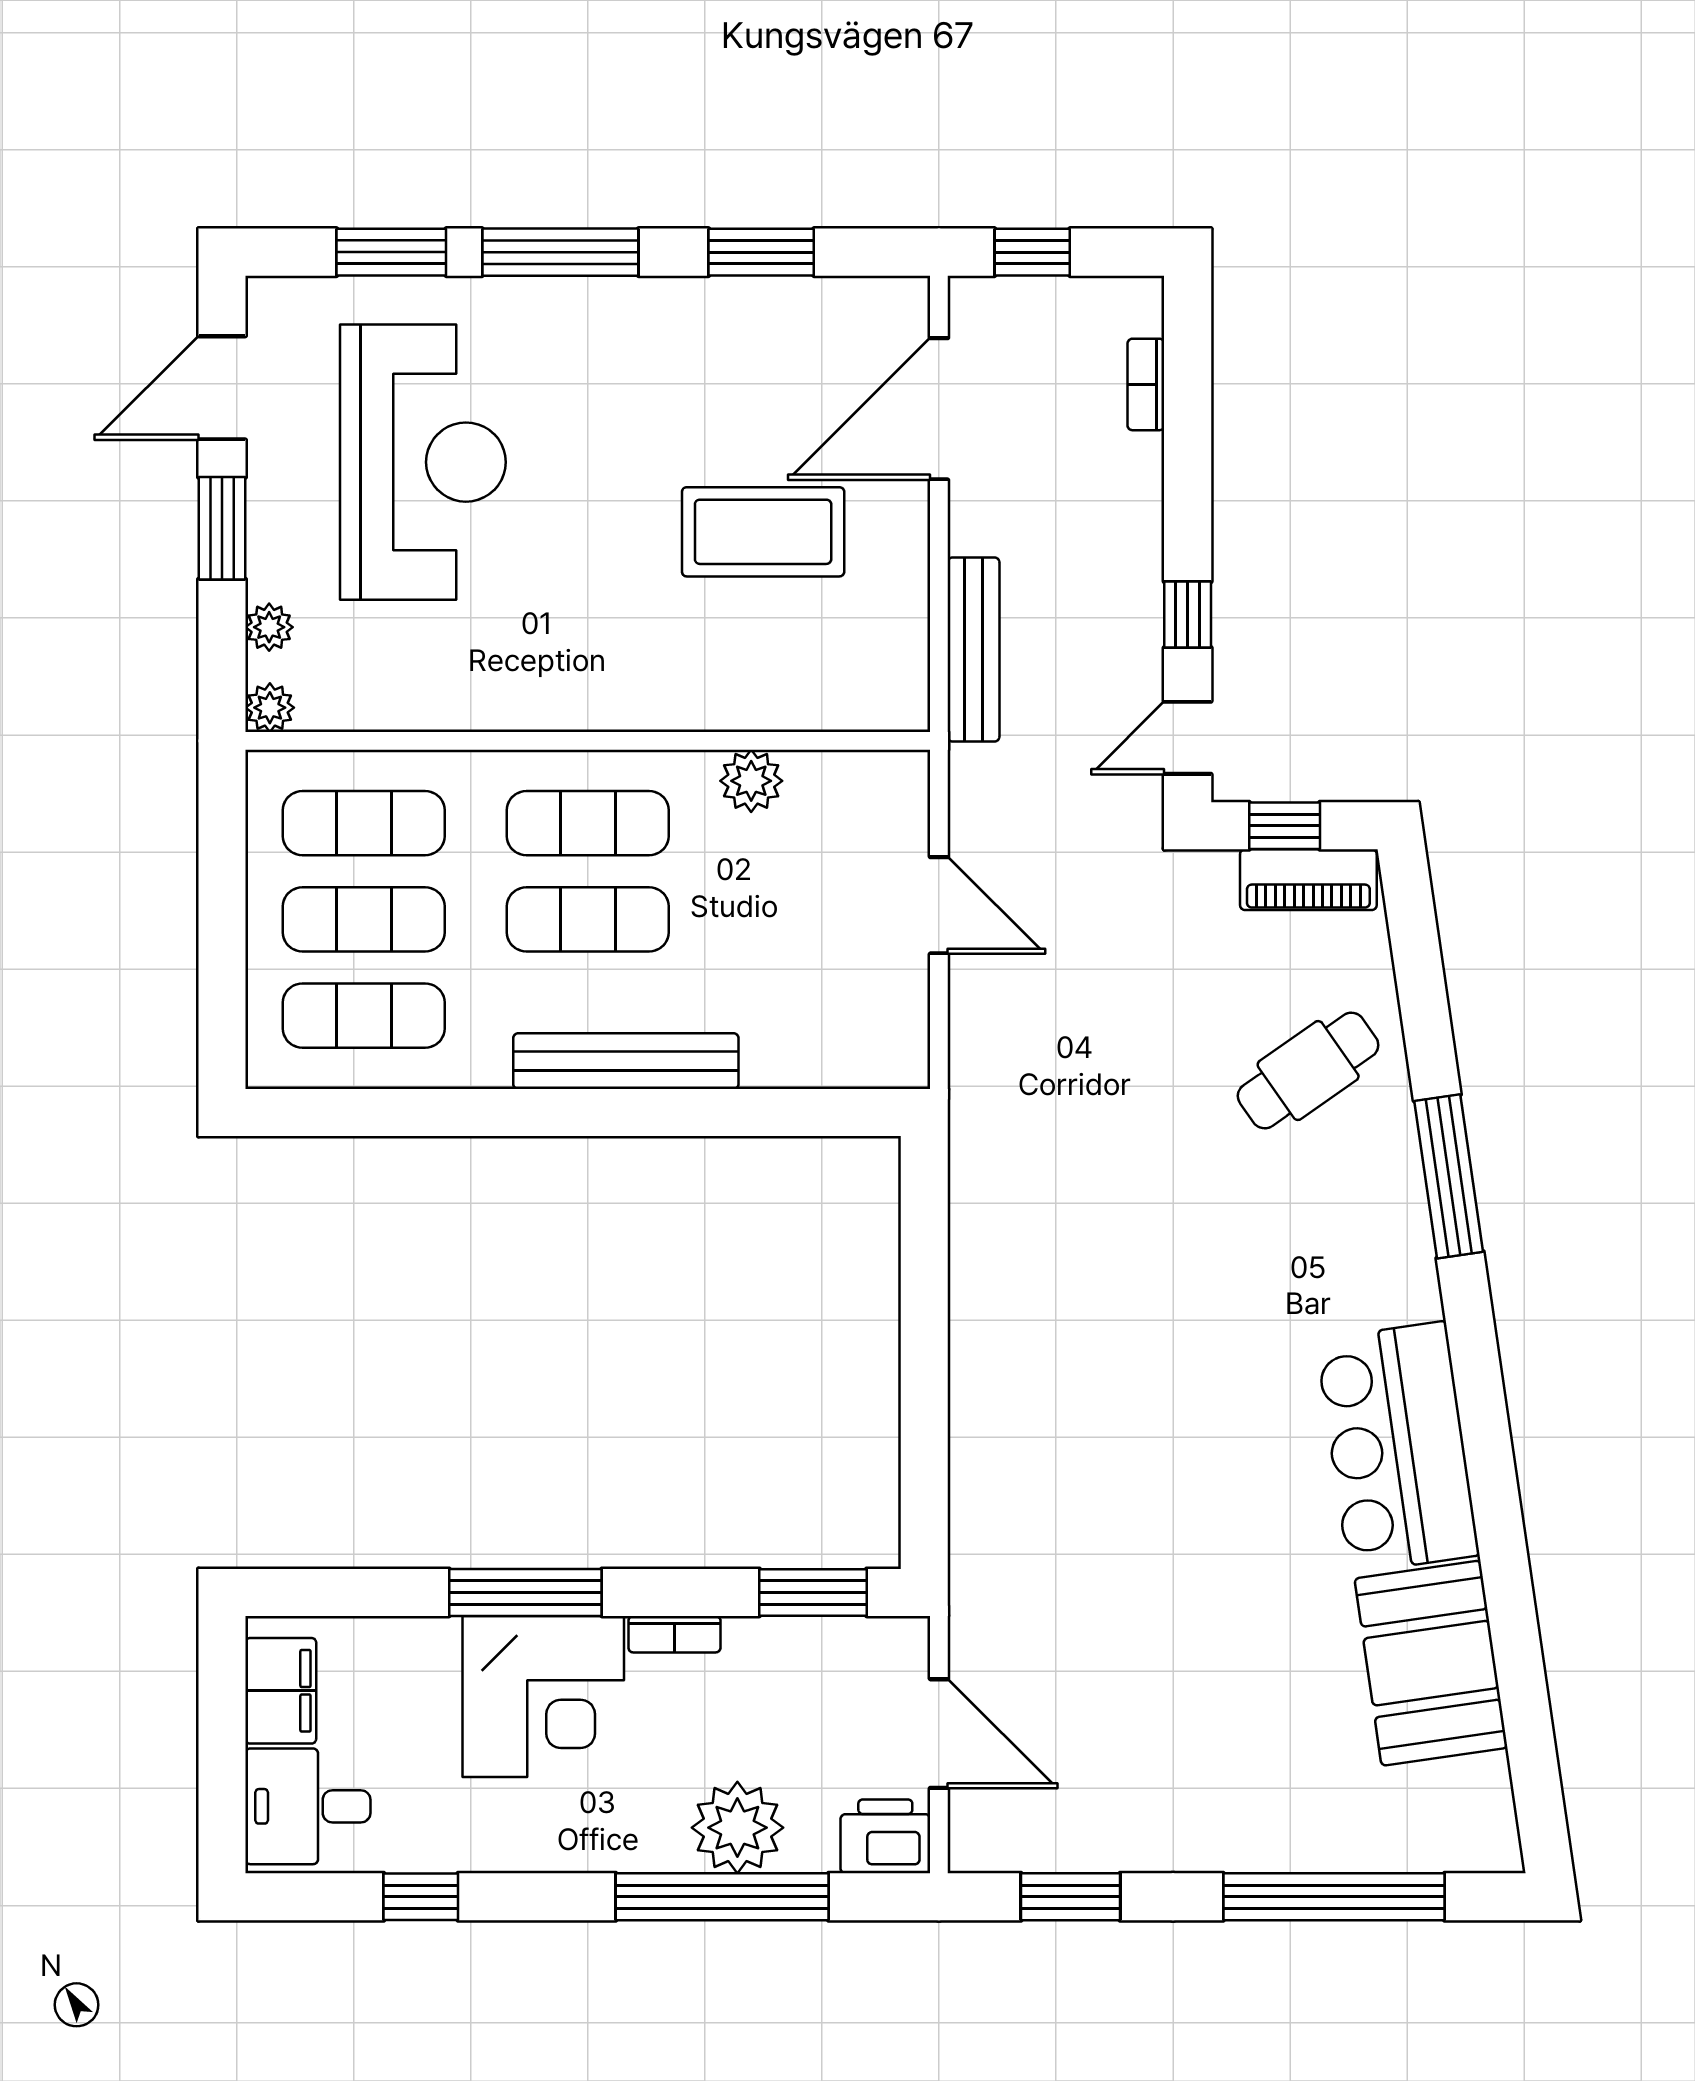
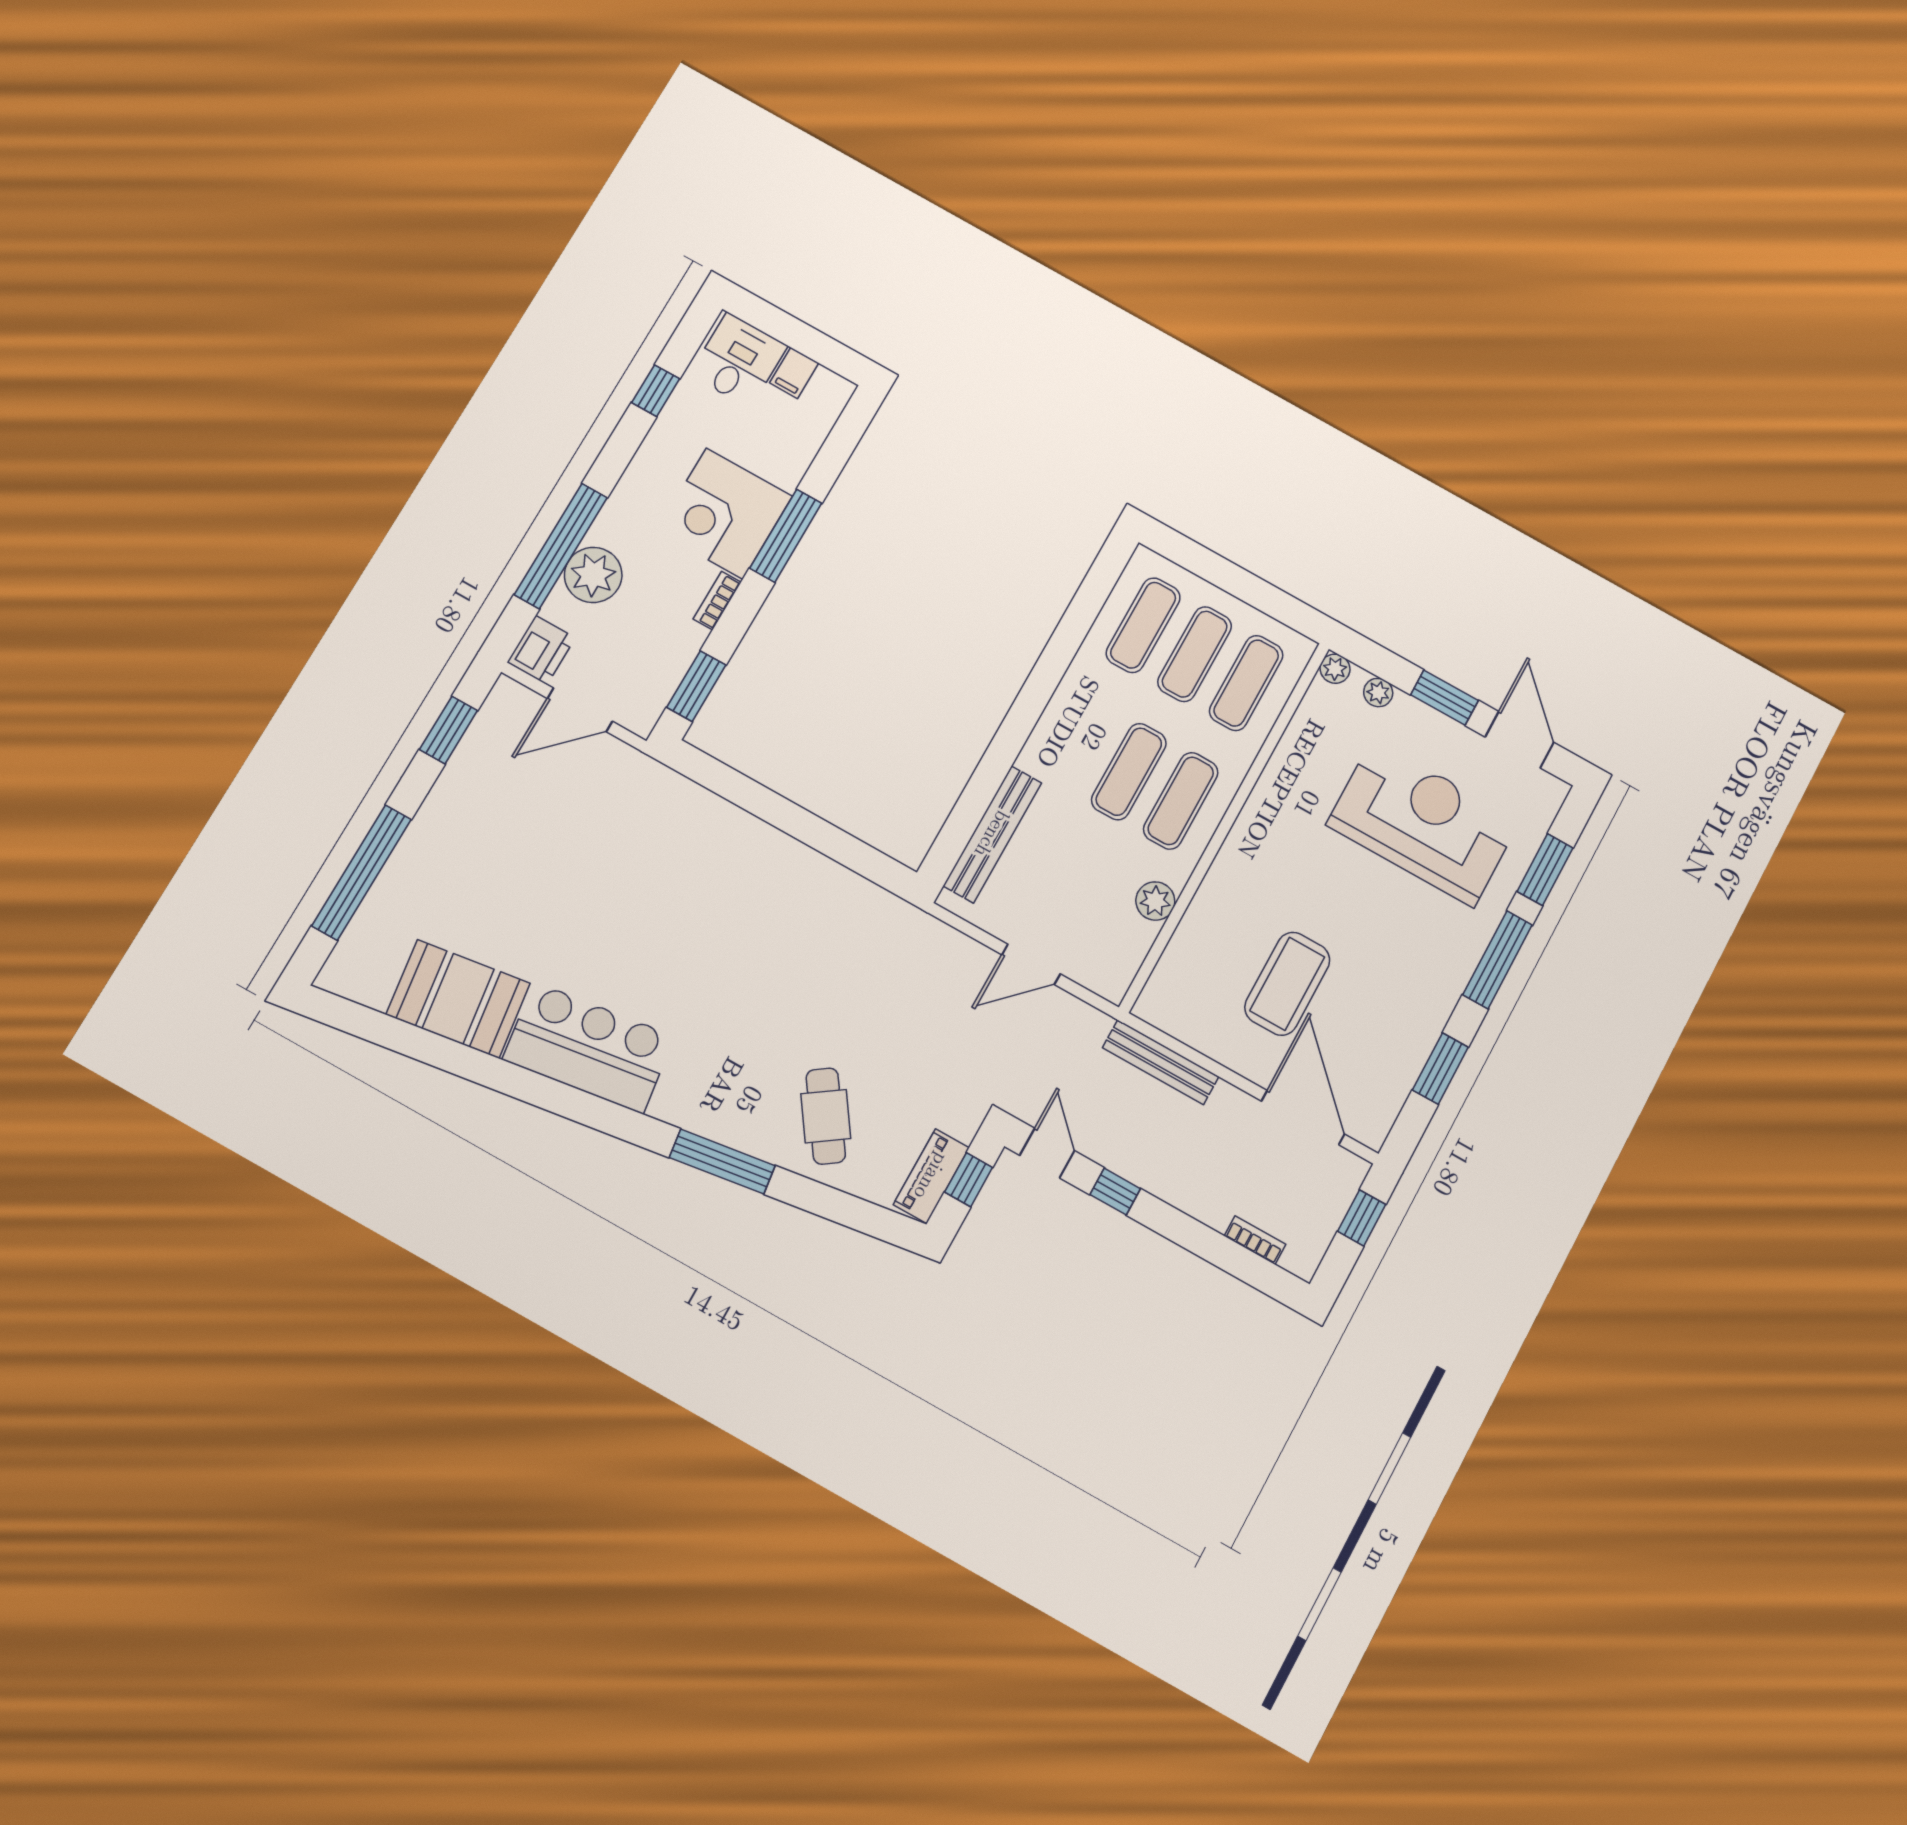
reception desk: (423, 462) -> (1423, 823), turned 180
bench: (626, 1061) -> (992, 834), moved
filing cabinet: (281, 1691) -> (794, 373), width x0.50

